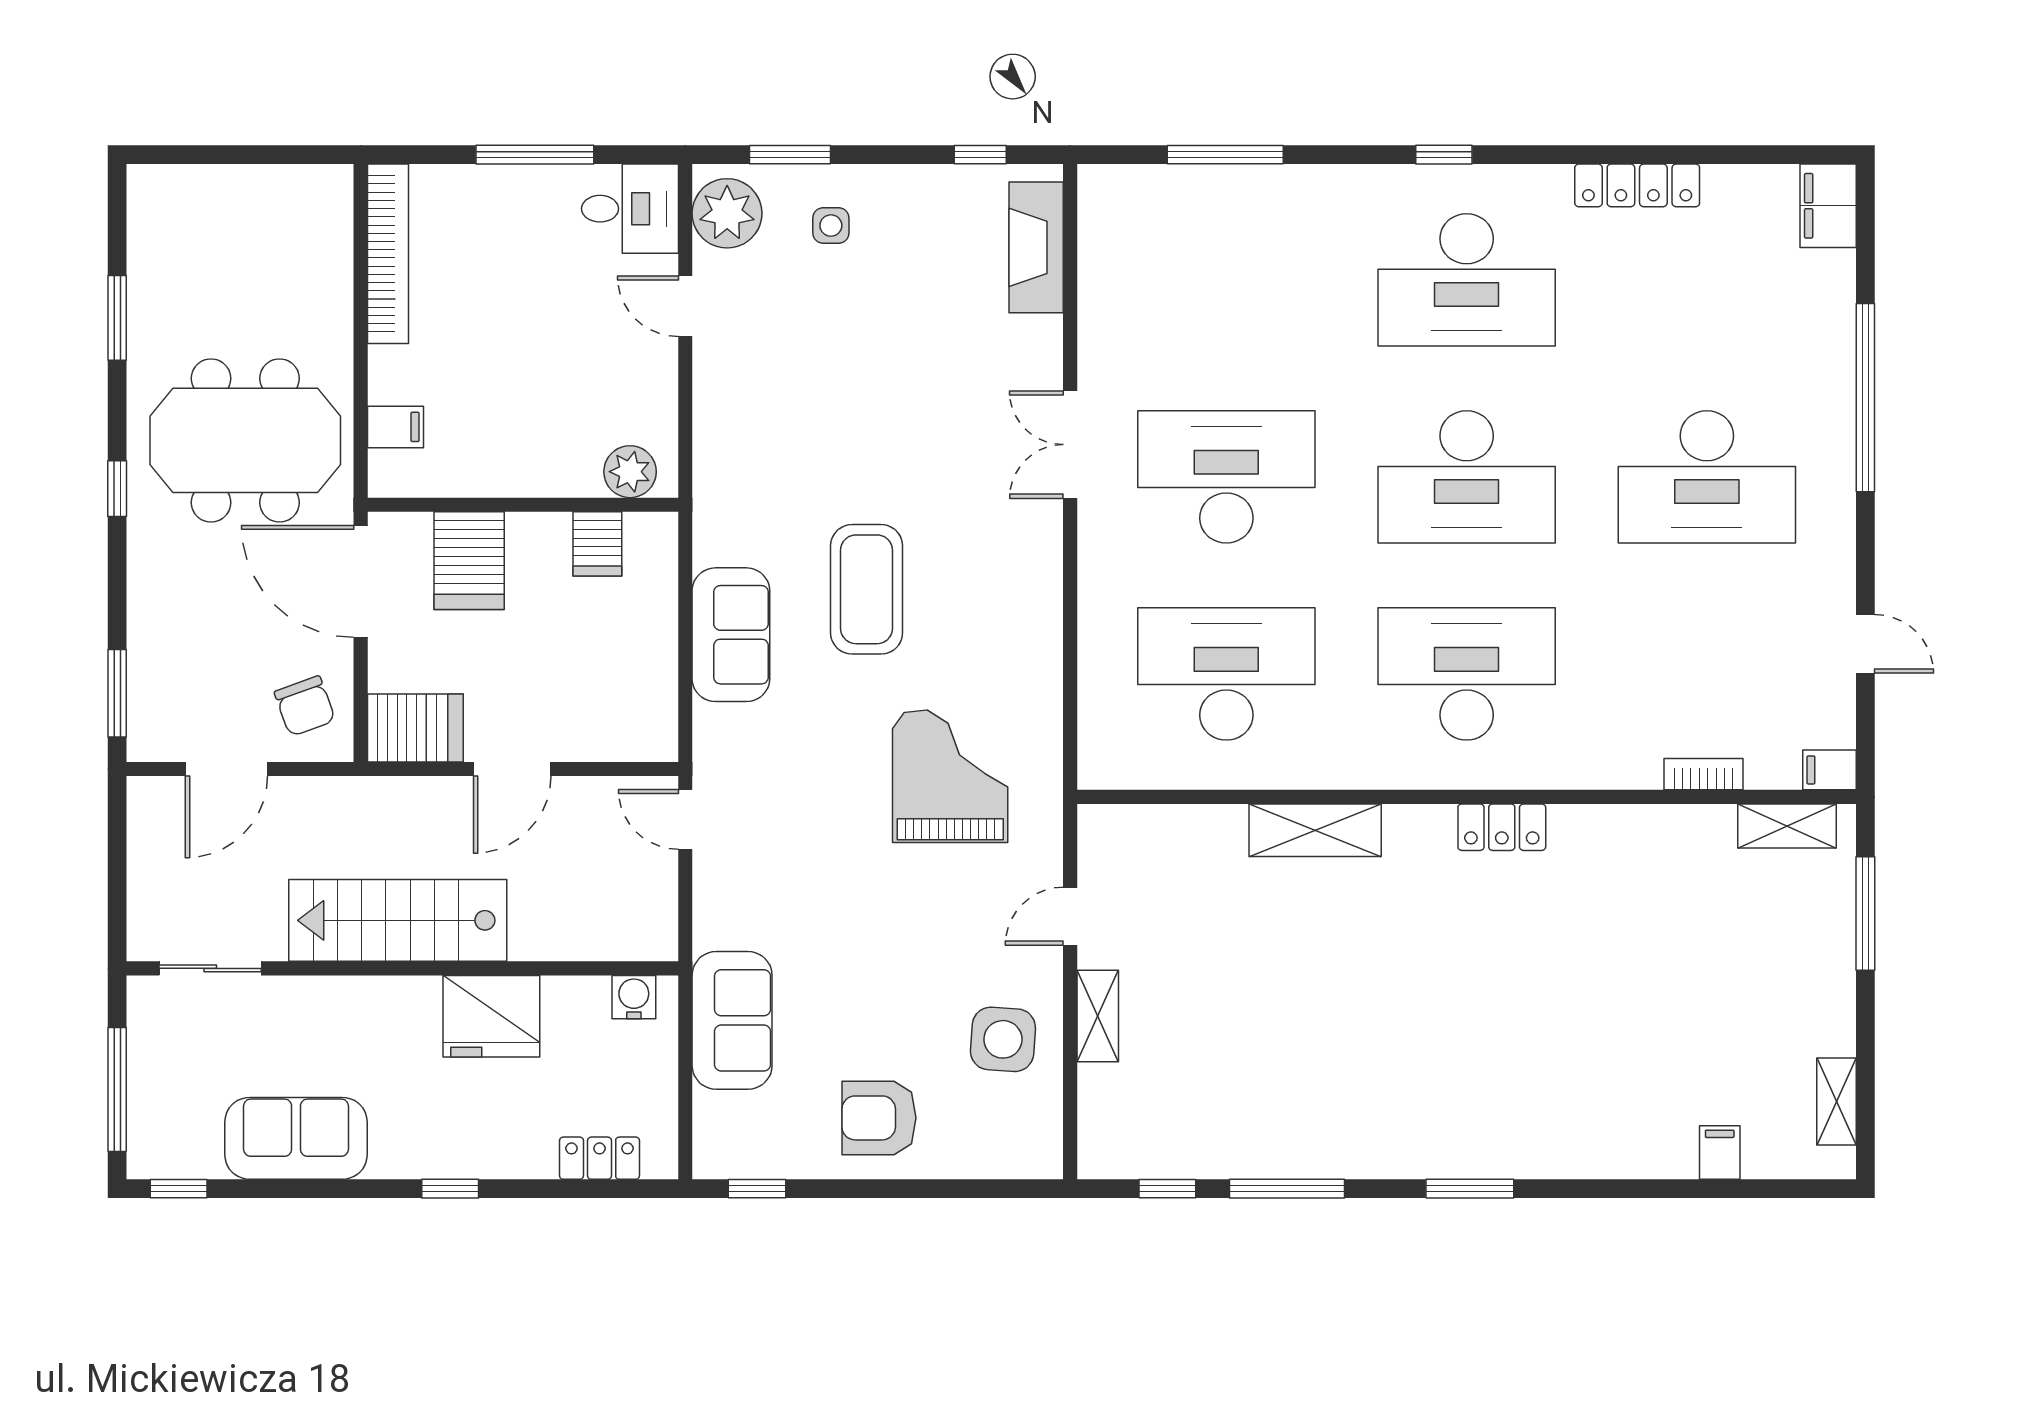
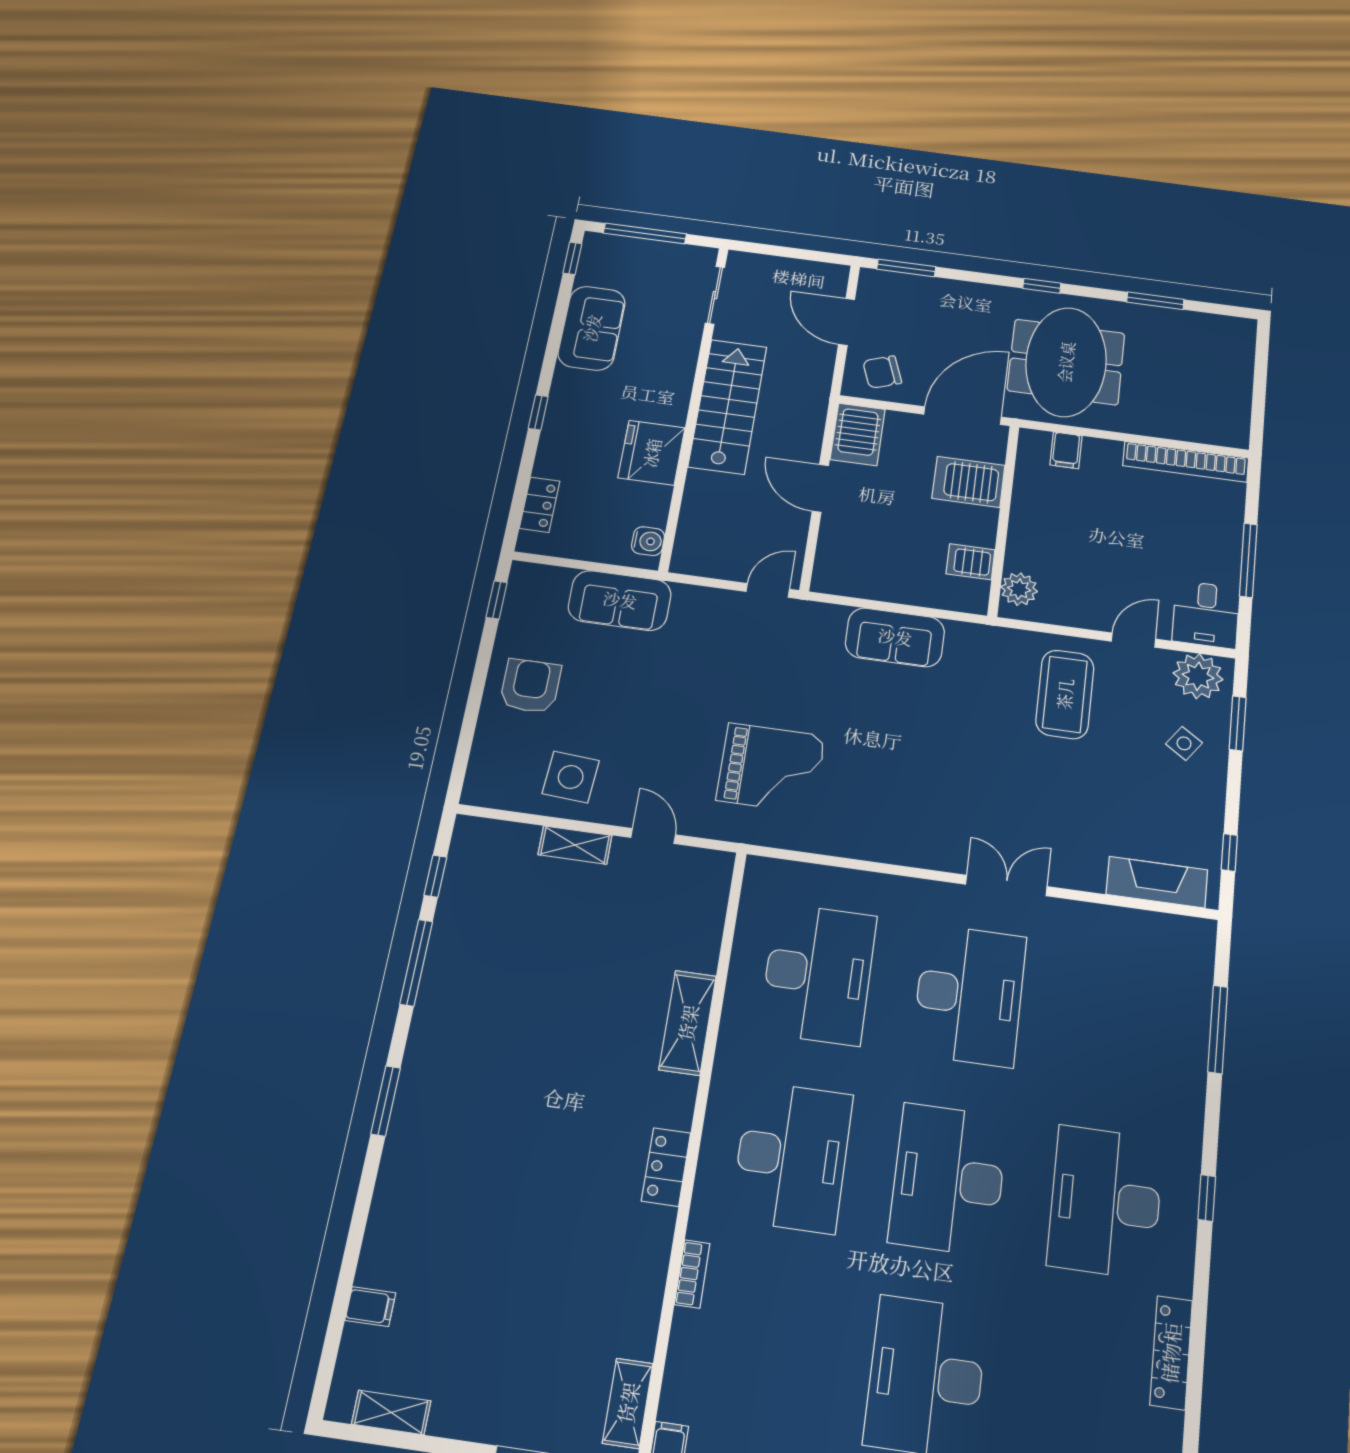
side table: (831, 226) -> (1184, 743), turned 35
coffee table: (867, 589) -> (1065, 694), moved, turned 90
bookcase: (1703, 774) -> (692, 1274), moved

